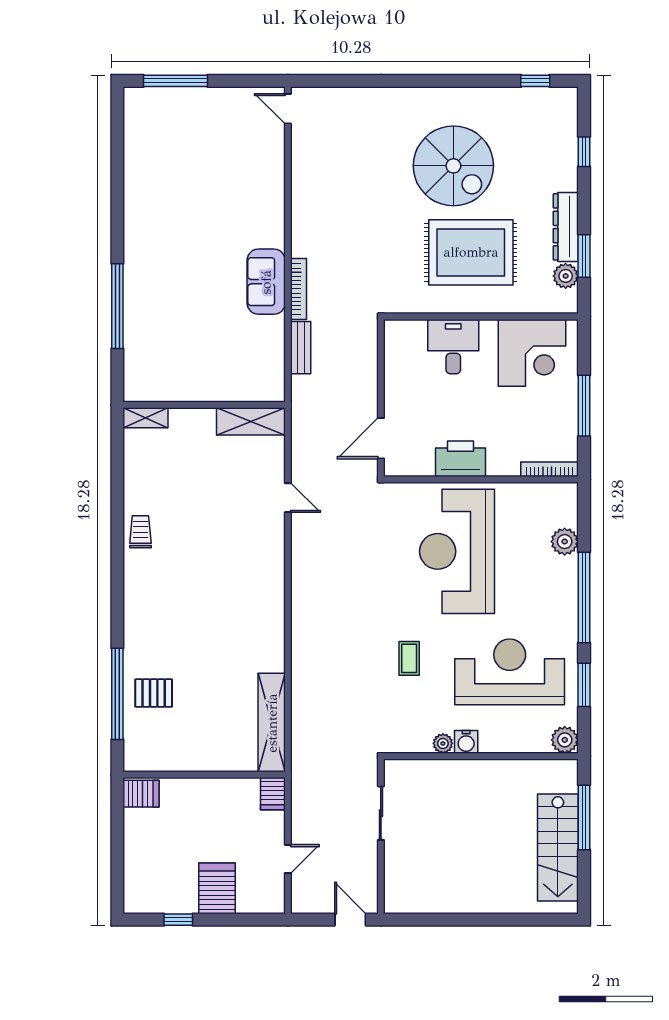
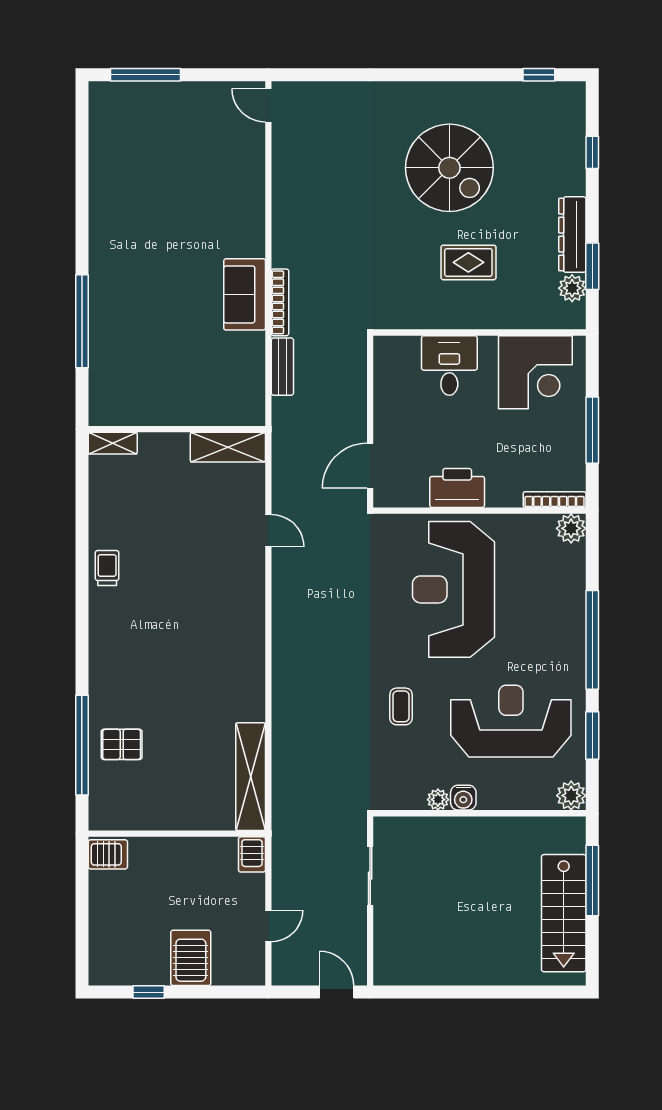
rug: (471, 252) -> (468, 262), width x0.54, depth x0.49
plant: (565, 542) -> (571, 528), moved

